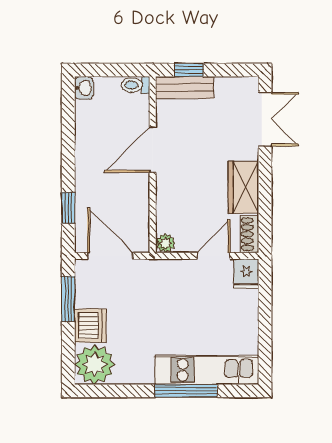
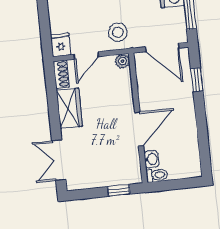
bench: (185, 87) -> (120, 177), removed
washbasin: (84, 88) -> (151, 159), moved, turned 180
stool: (168, 283) -> (118, 32), added

